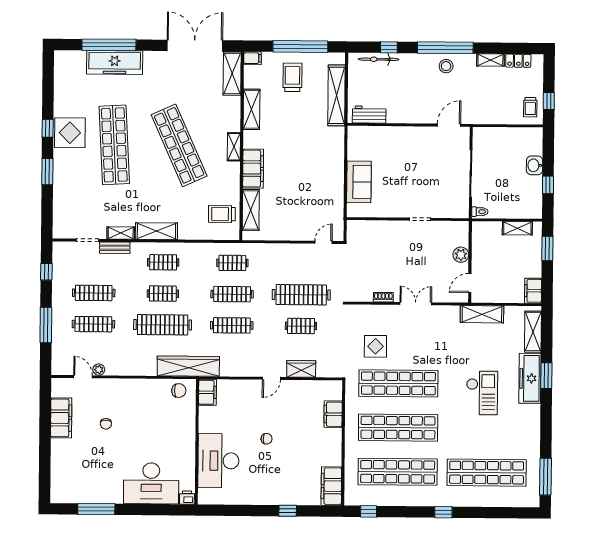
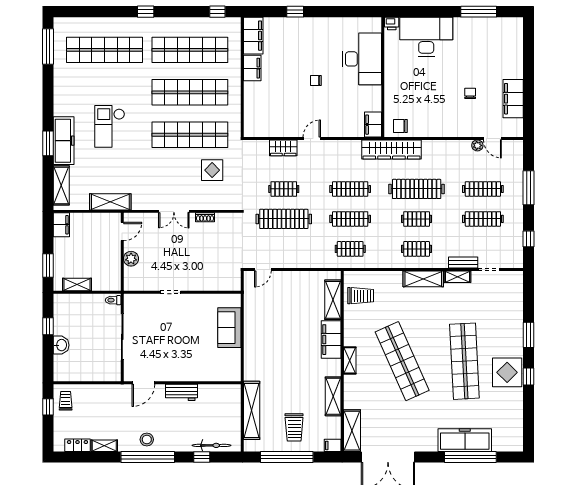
workbench: (369, 115) -> (181, 392), moved
filing cabinet: (333, 414) -> (252, 68), moved

